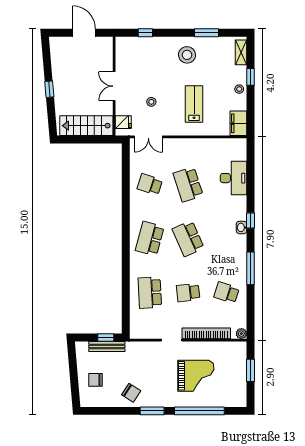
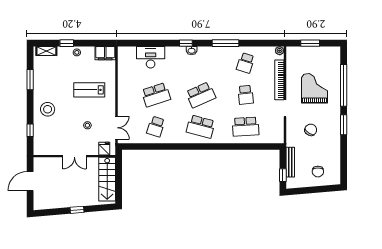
stool: (187, 55) -> (48, 109), moved
window: (106, 338) -> (283, 175), moved
chair: (131, 393) -> (311, 130), moved

